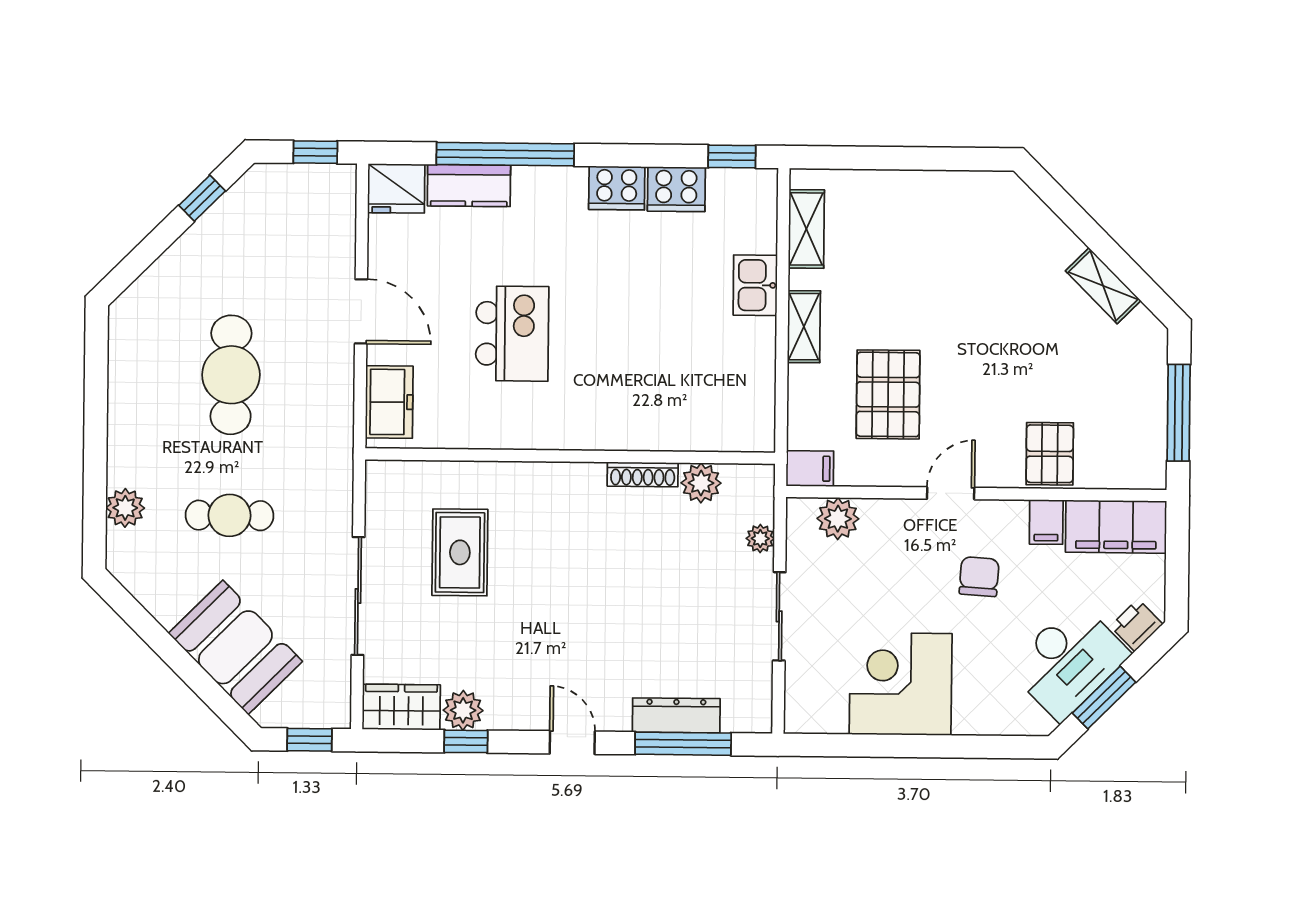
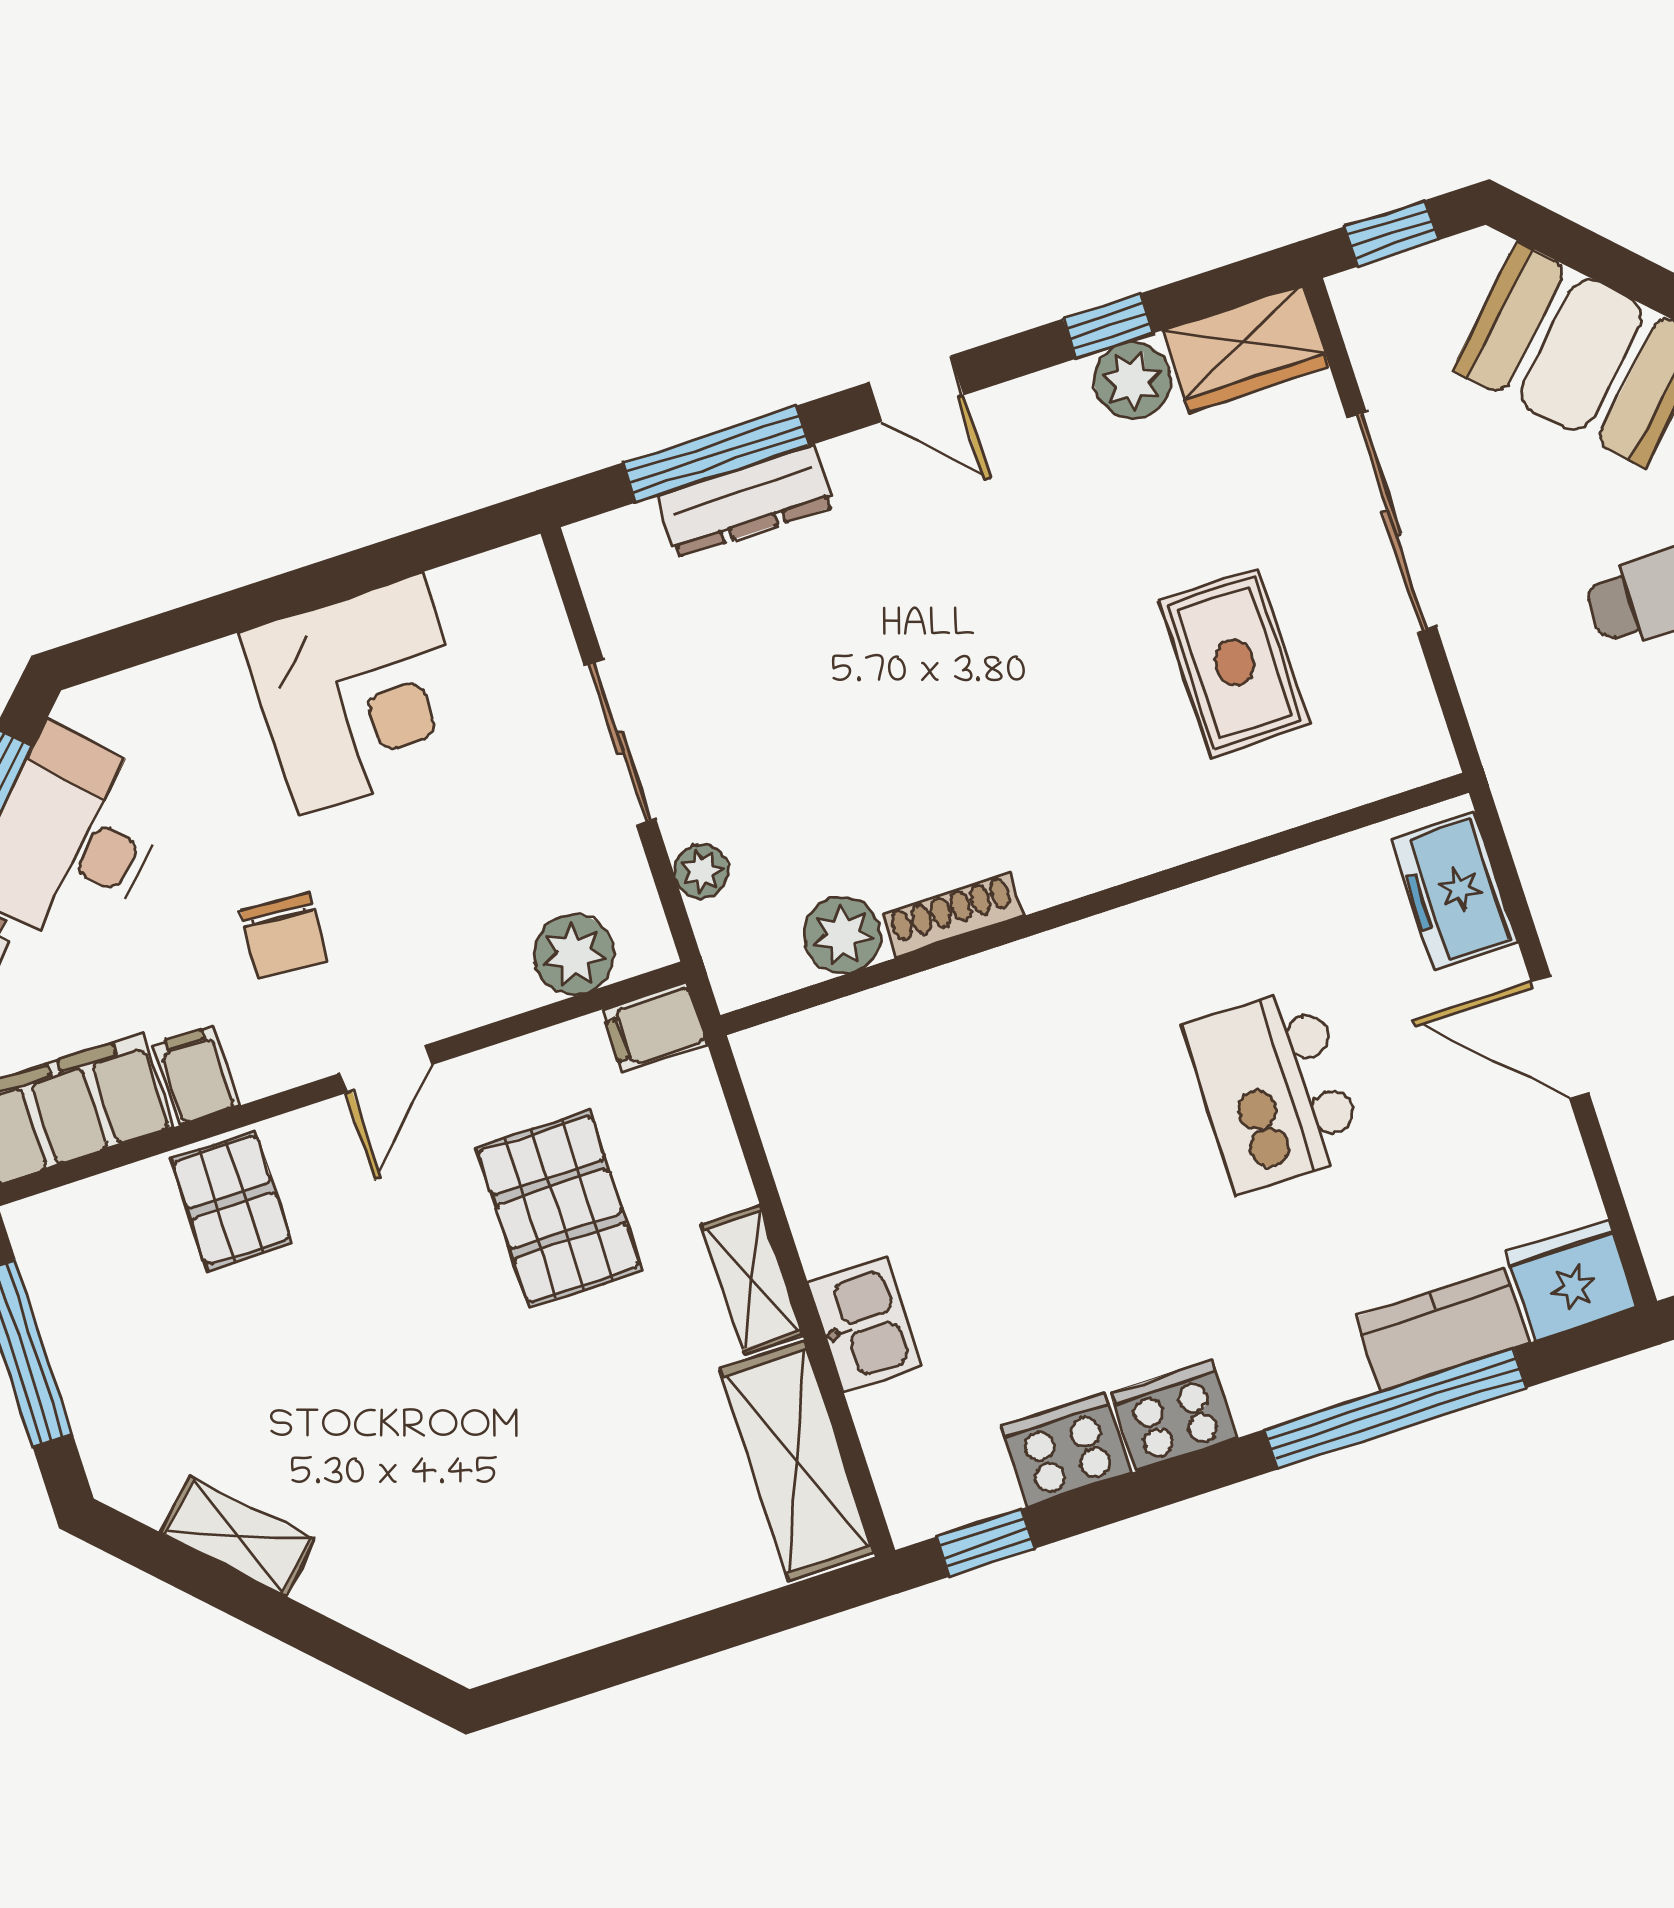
shelving: (806, 229) -> (797, 1461), width x1.50, depth x1.33

